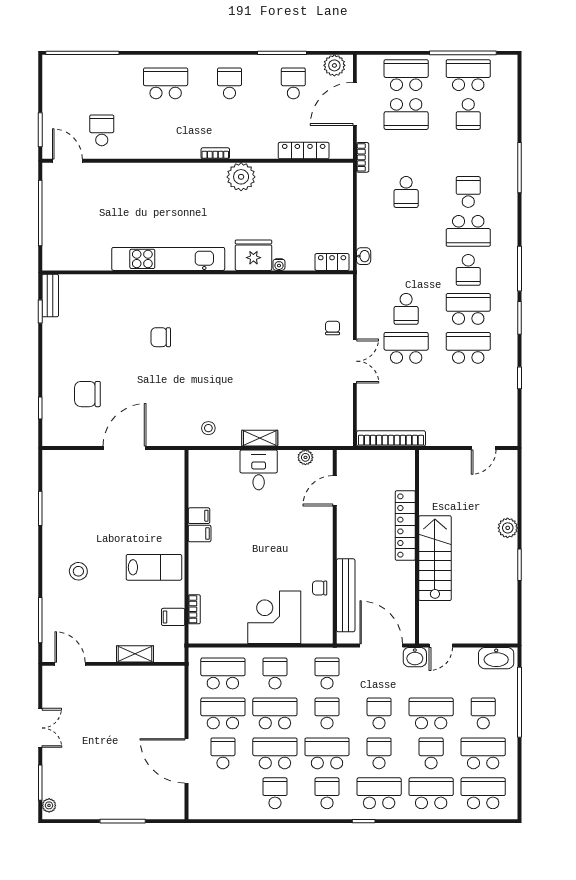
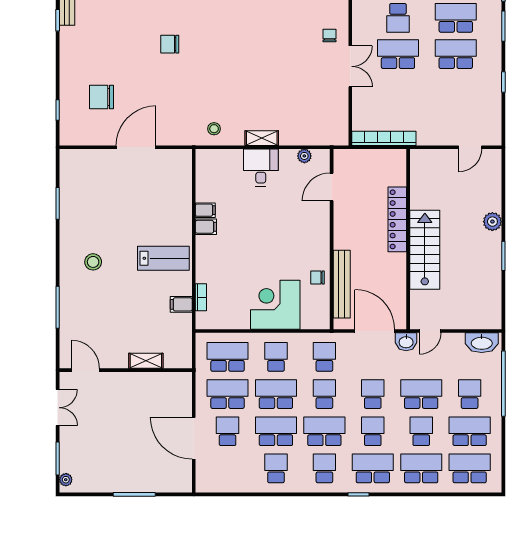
shelving: (135, 654) -> (146, 361), moved
door: (70, 664) -> (85, 370), moved
wall: (113, 664) -> (126, 370), moved

